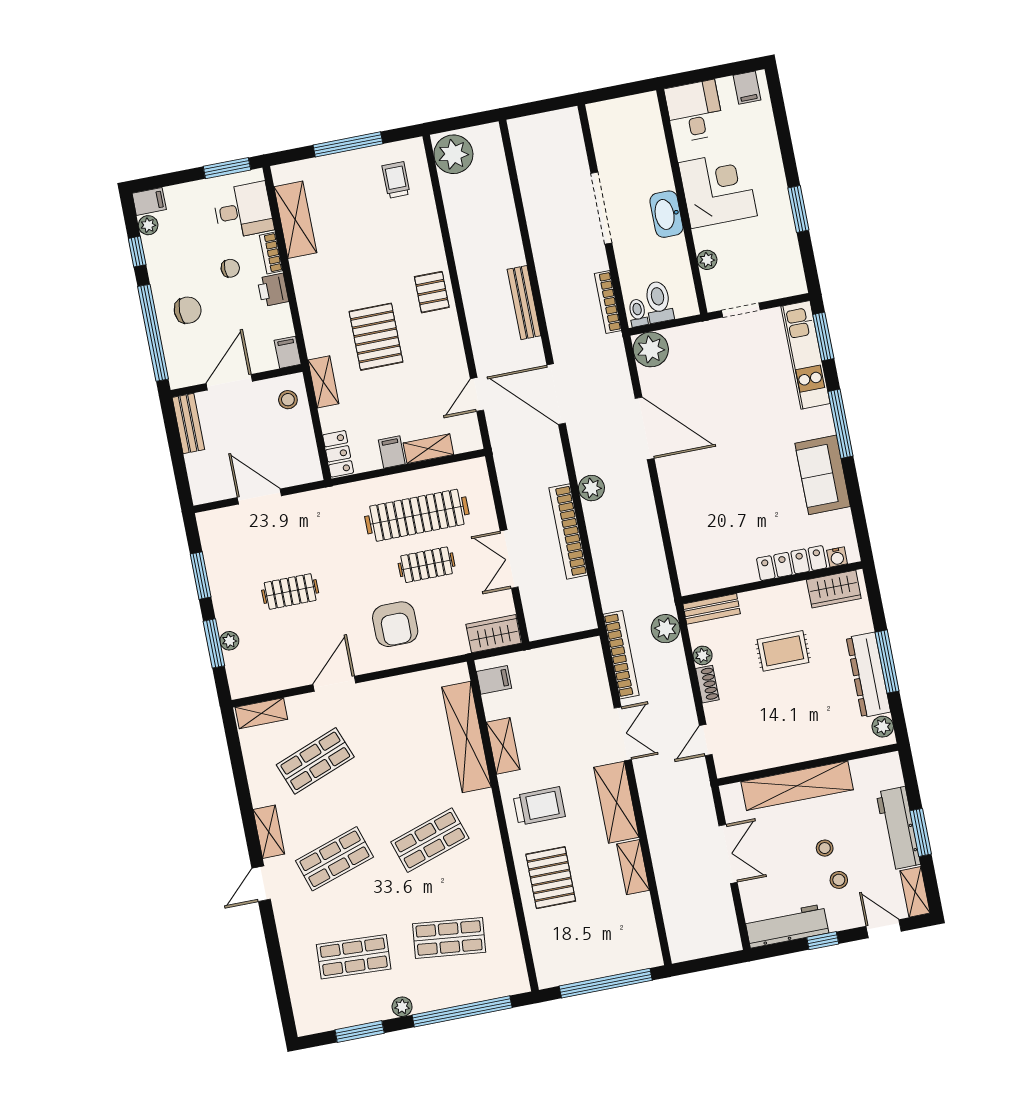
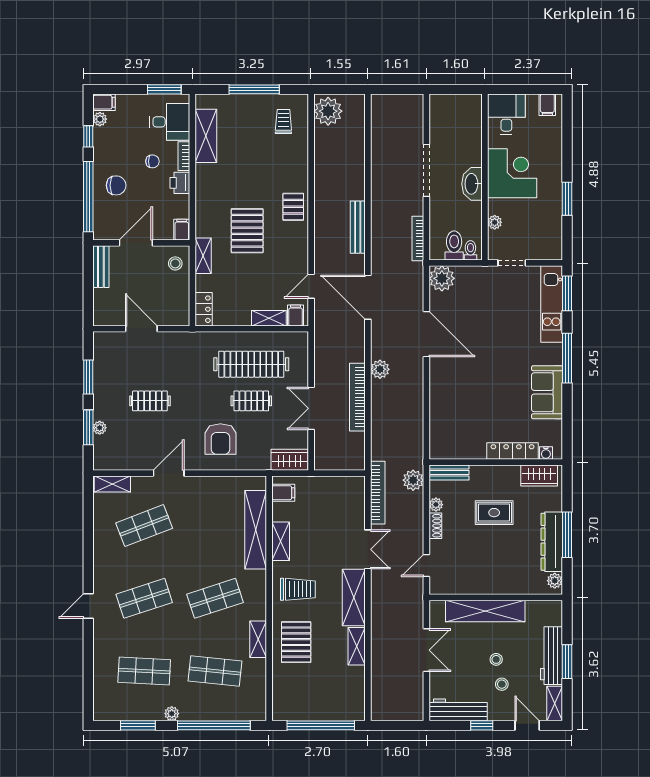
toilet: (638, 313) -> (470, 250), moved
filing cabinet: (392, 452) -> (295, 315), moved
shelving: (269, 832) -> (258, 639), moved

